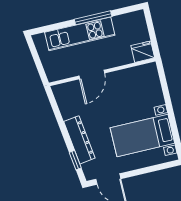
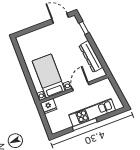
bed with nightstands: (142, 135) -> (49, 76), moved, turned -90
dresser: (79, 140) -> (91, 56), moved

